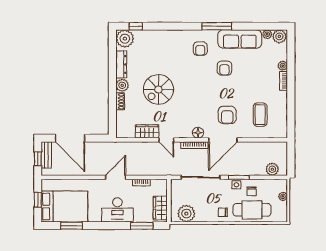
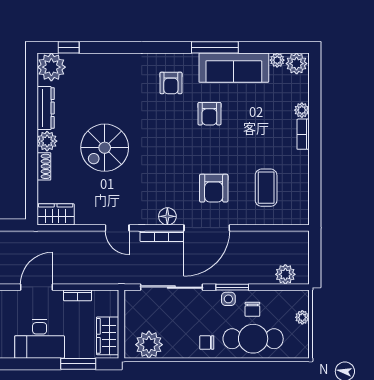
window: (217, 26) -> (215, 47), moved
wardrobe: (147, 131) -> (56, 214), moved

